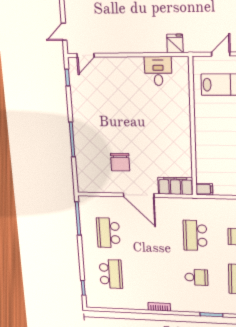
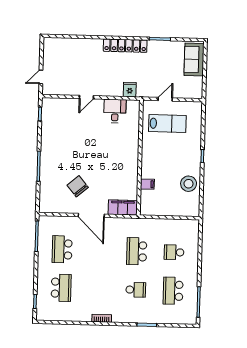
door: (85, 55) -> (86, 97), moved
chair: (120, 162) -> (78, 186), turned 140
filing cabinet: (204, 189) -> (147, 184), moved

